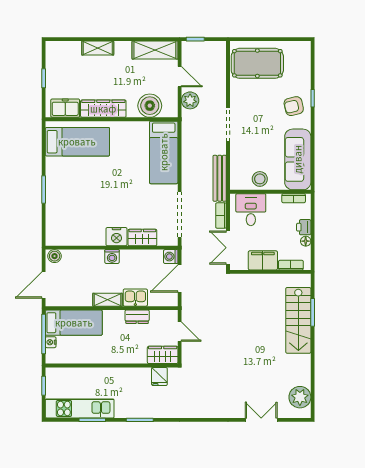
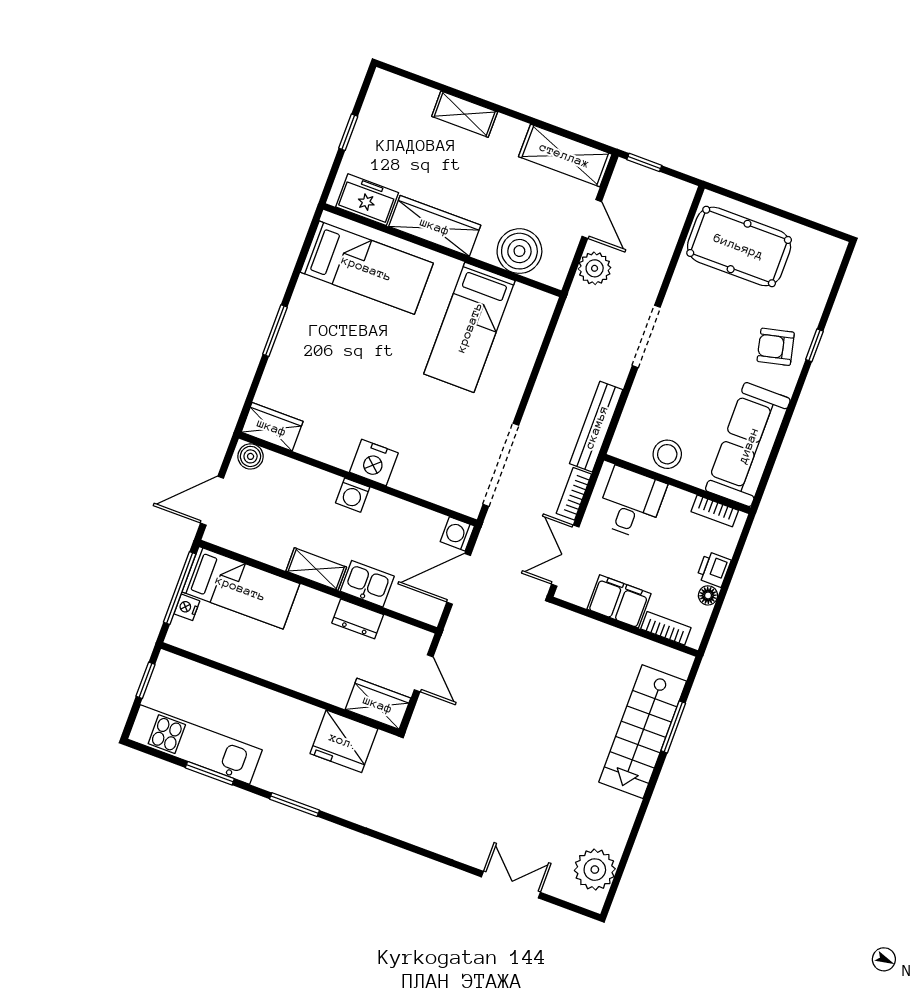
bed: (164, 152) -> (469, 327), moved
wardrobe: (142, 238) -> (272, 427), moved
fridge: (159, 377) -> (344, 741), width x1.88, depth x1.34

